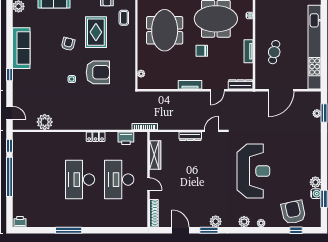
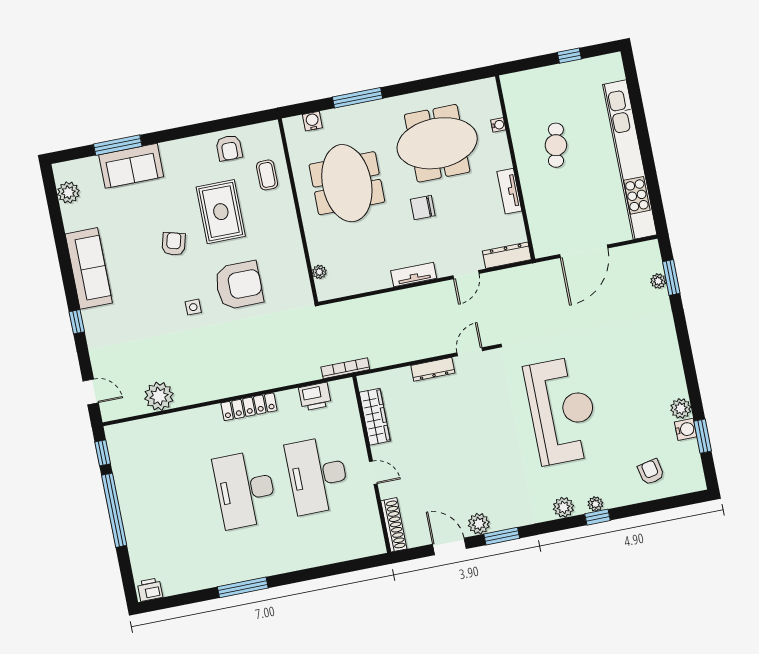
cafe table: (274, 52) -> (556, 145), moved
locker: (96, 137) -> (249, 407), width x1.53
armchair: (293, 212) -> (651, 472), width x0.53, depth x0.53
plant: (216, 221) -> (479, 524), moved
window: (296, 230) -> (597, 517), moved

